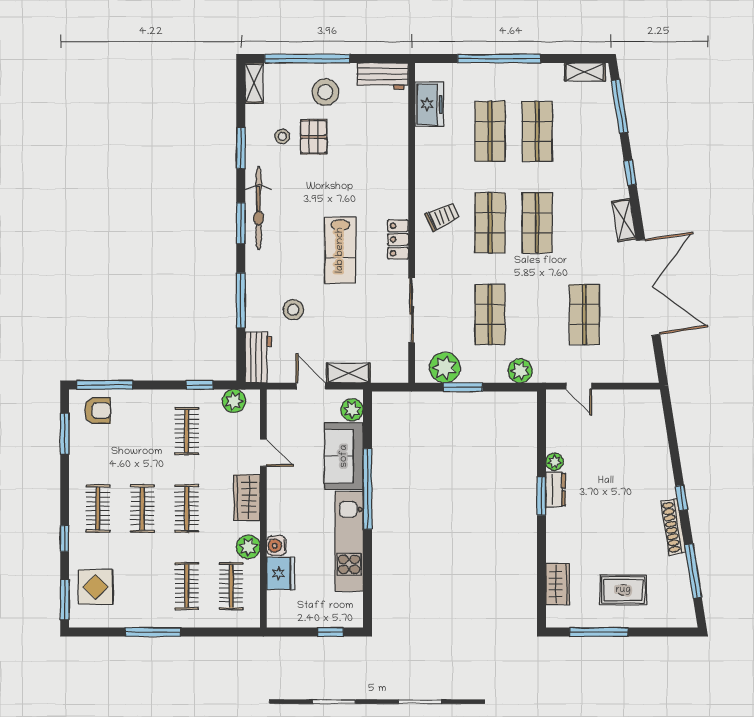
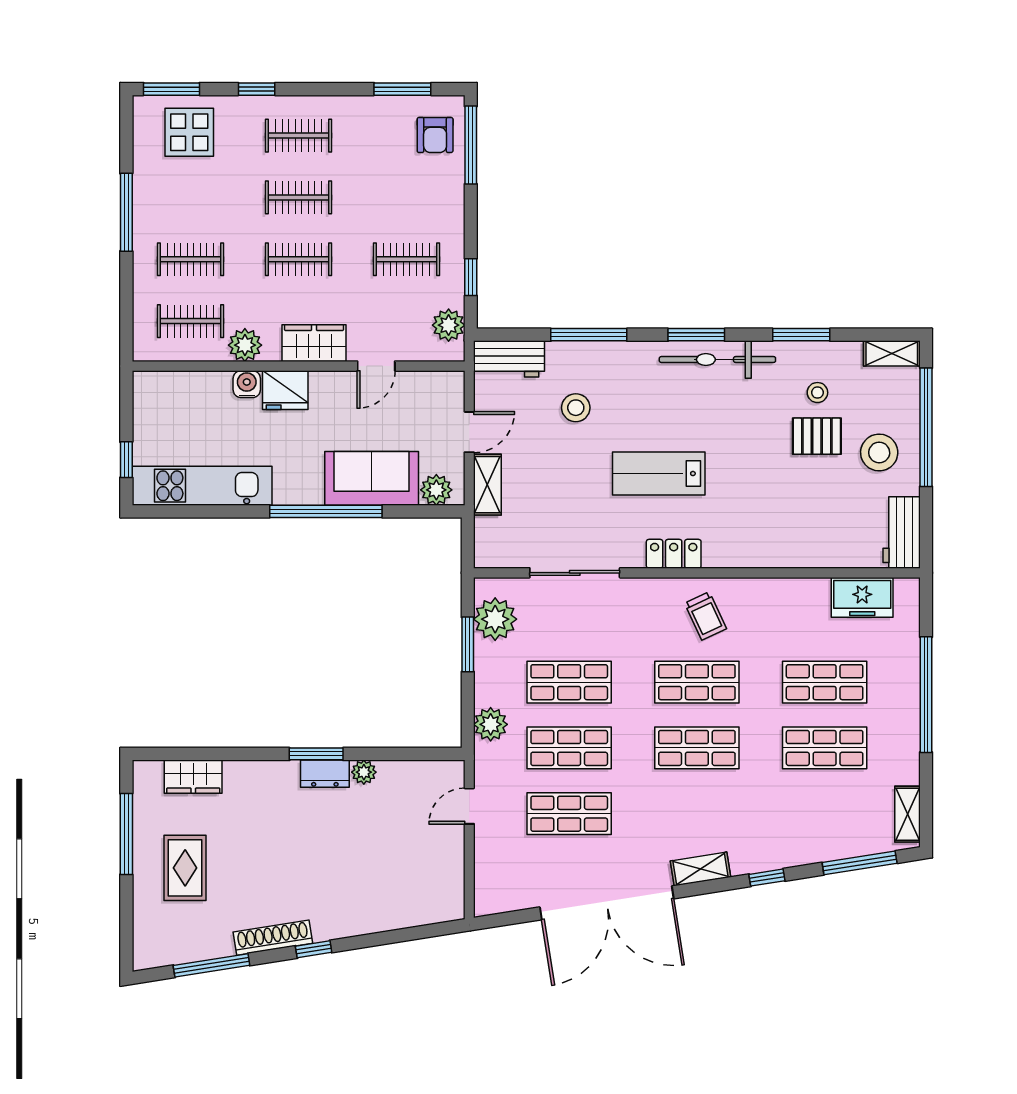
shop shelf: (537, 314) -> (569, 748), added
kitchen unit: (349, 541) -> (202, 486), moved
fridge: (281, 573) -> (285, 390), moved

